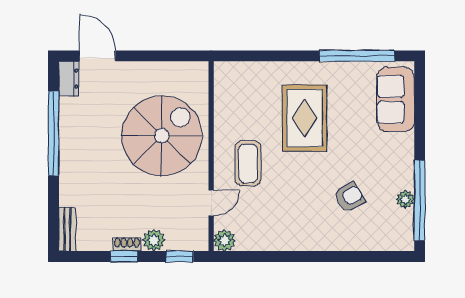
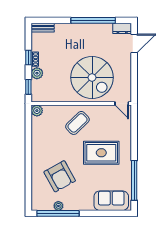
coffee table: (248, 163) -> (77, 123), turned -44
armchair: (349, 197) -> (60, 176), width x1.88, depth x1.88
door: (211, 203) -> (122, 103), moved

